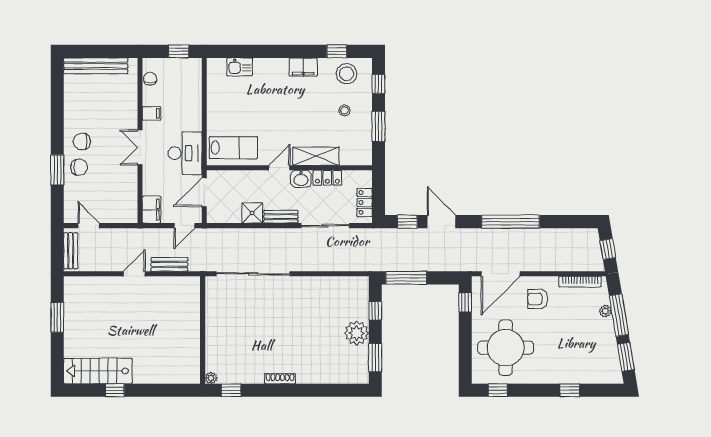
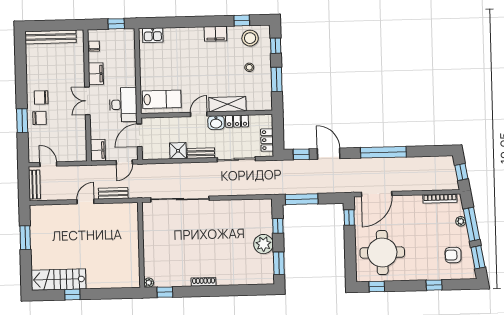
kitchen sink: (240, 67) -> (153, 35), moved
filing cabinet: (152, 113) -> (96, 74), width x2.00
armchair: (538, 299) -> (453, 255), moved

